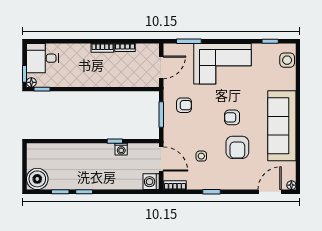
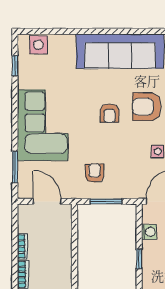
armchair: (237, 147) -> (147, 107), turned 180
washing machine: (121, 149) -> (149, 232), moved

